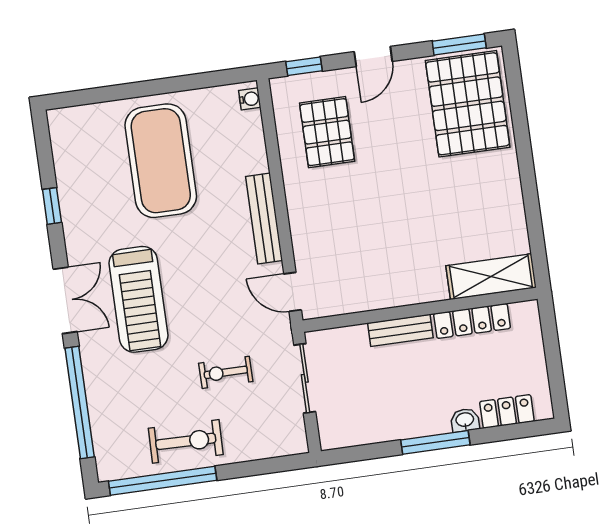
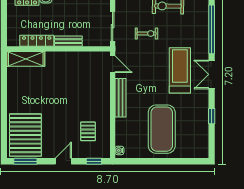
pallet: (327, 132) -> (88, 131), width x0.67, depth x0.71

